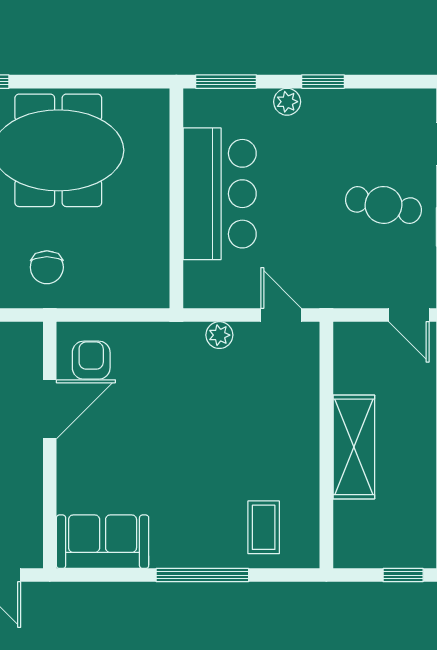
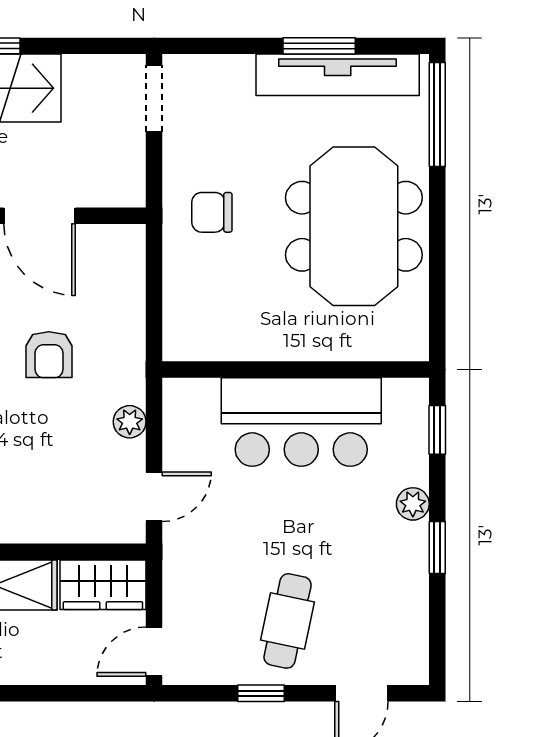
window: (226, 82) -> (437, 430), width x0.67
wardrobe: (354, 357) -> (103, 585), added
armchair: (91, 360) -> (49, 355), moved, turned 90

